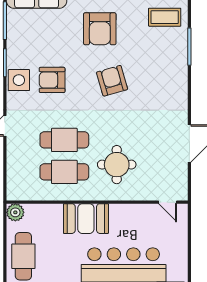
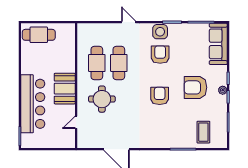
armchair: (112, 81) -> (160, 96), turned -74
door: (168, 202) -> (76, 122), moved
plant: (15, 212) -> (69, 29), removed
booth: (86, 219) -> (65, 89), moved

